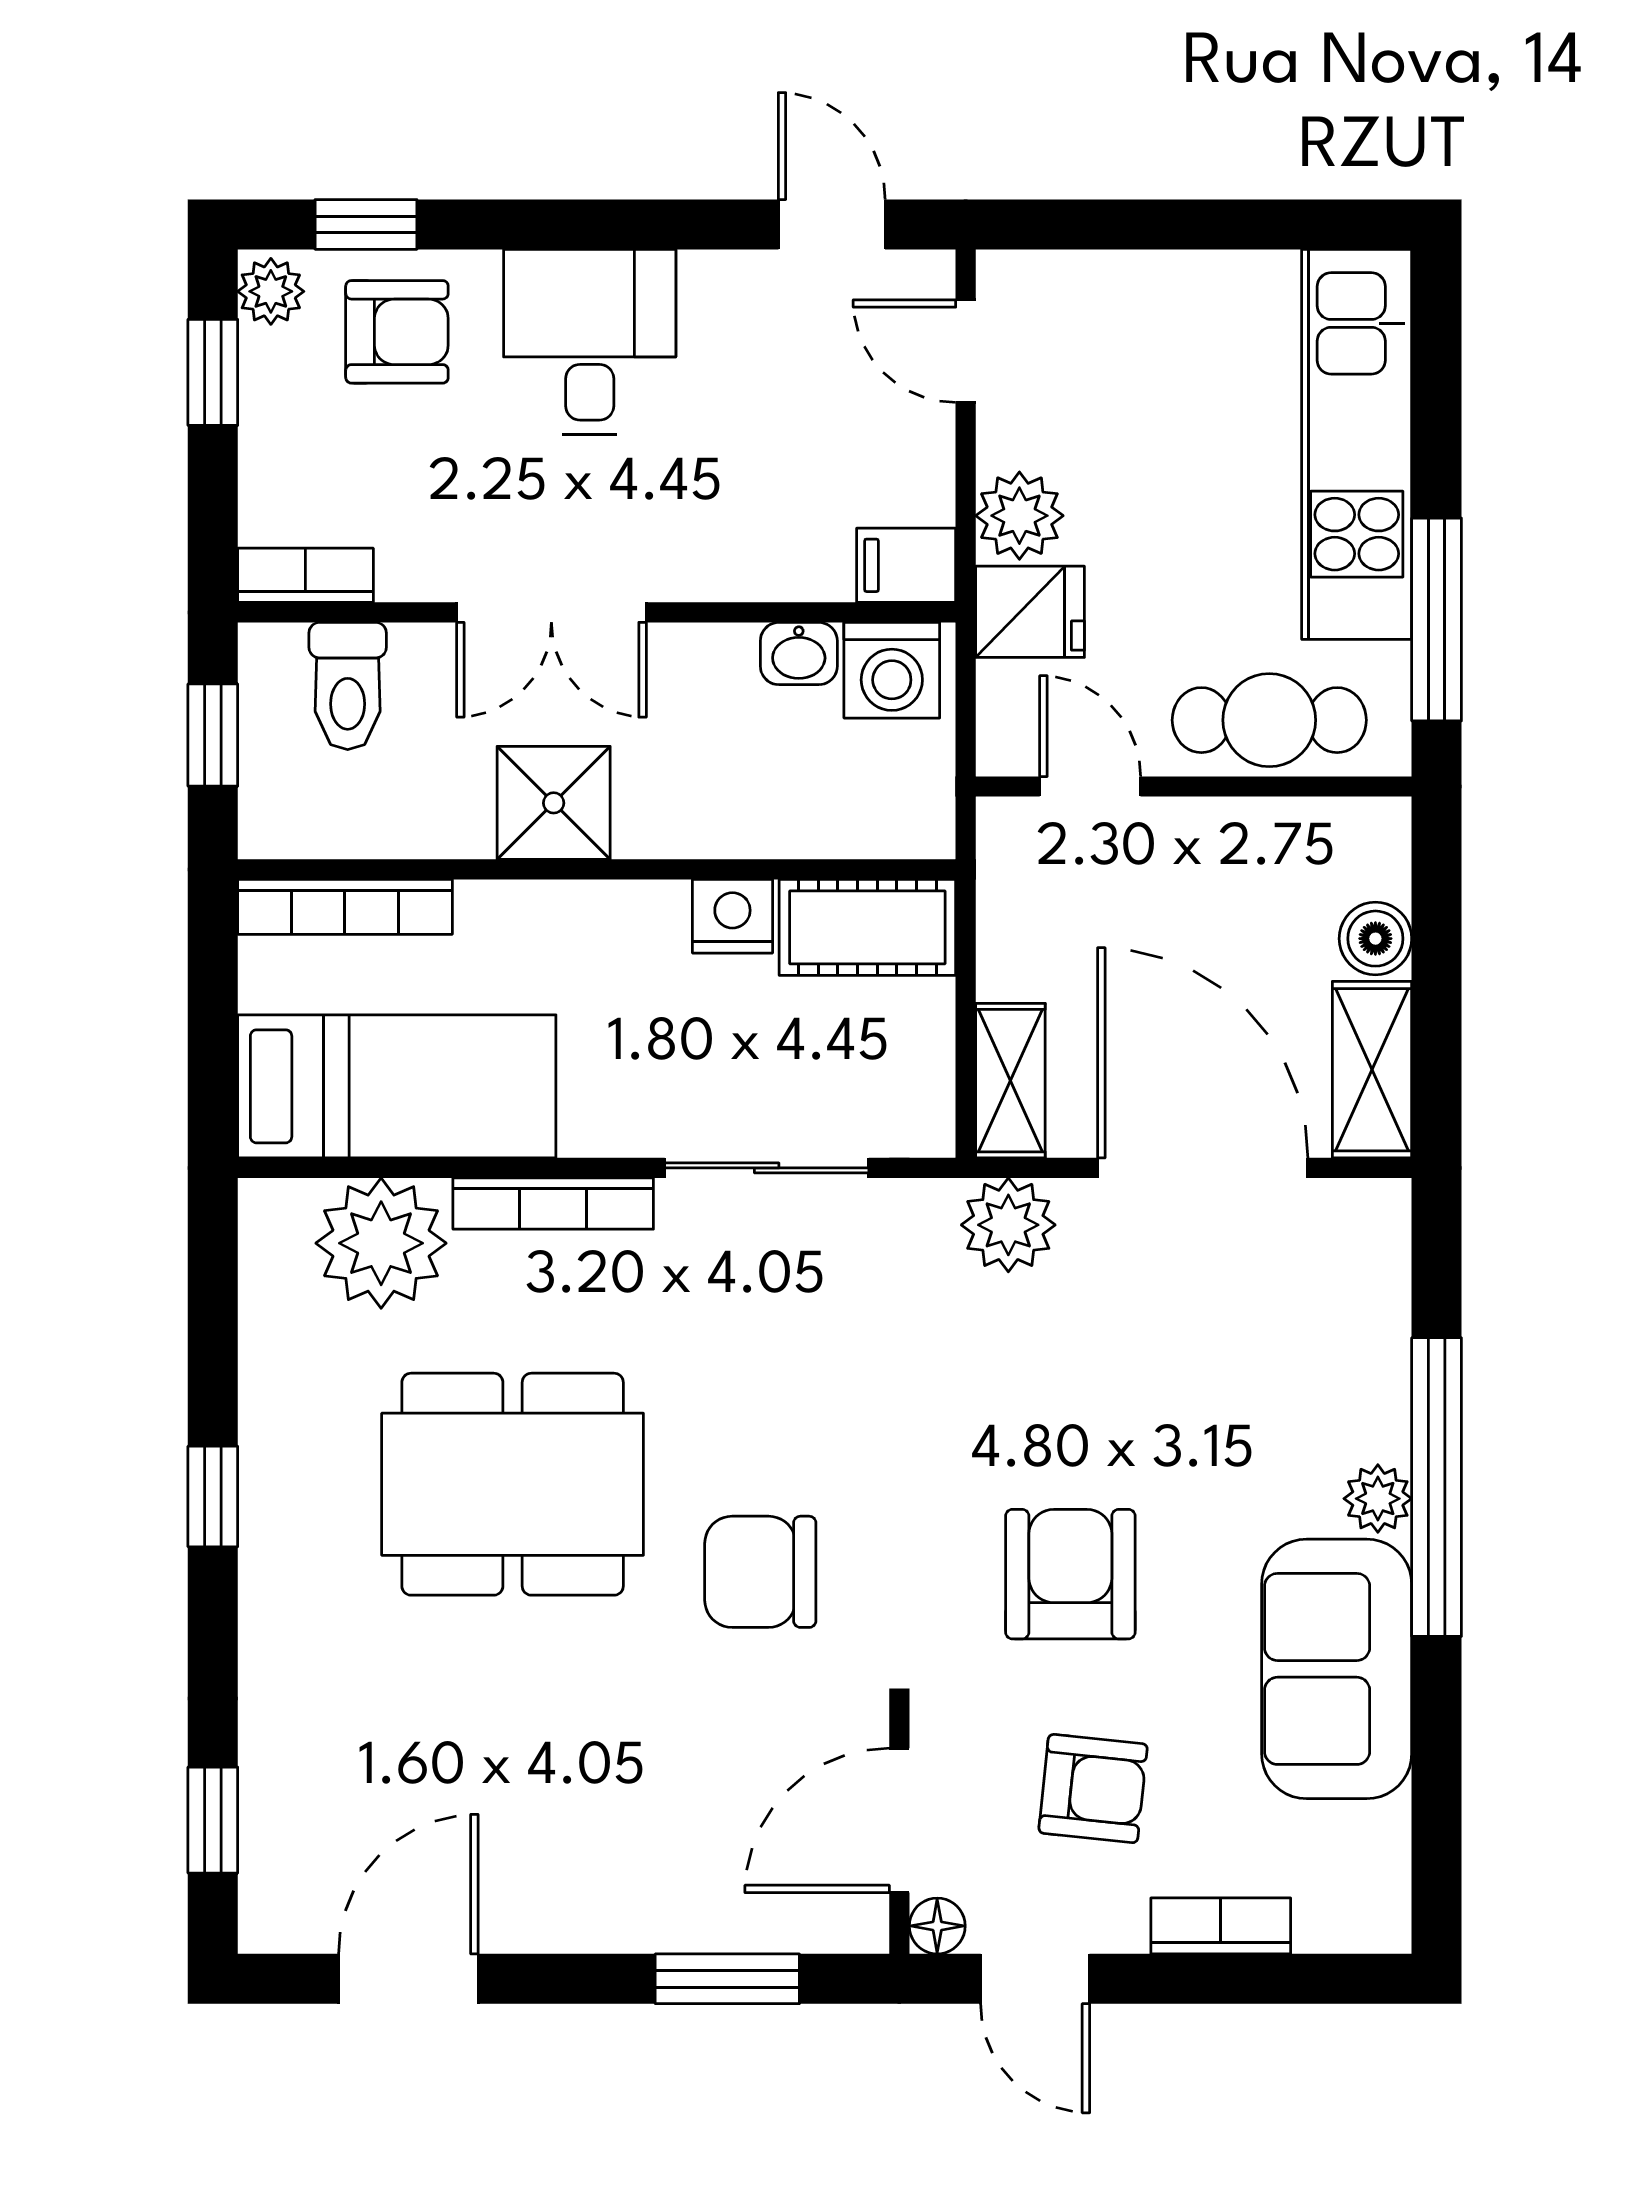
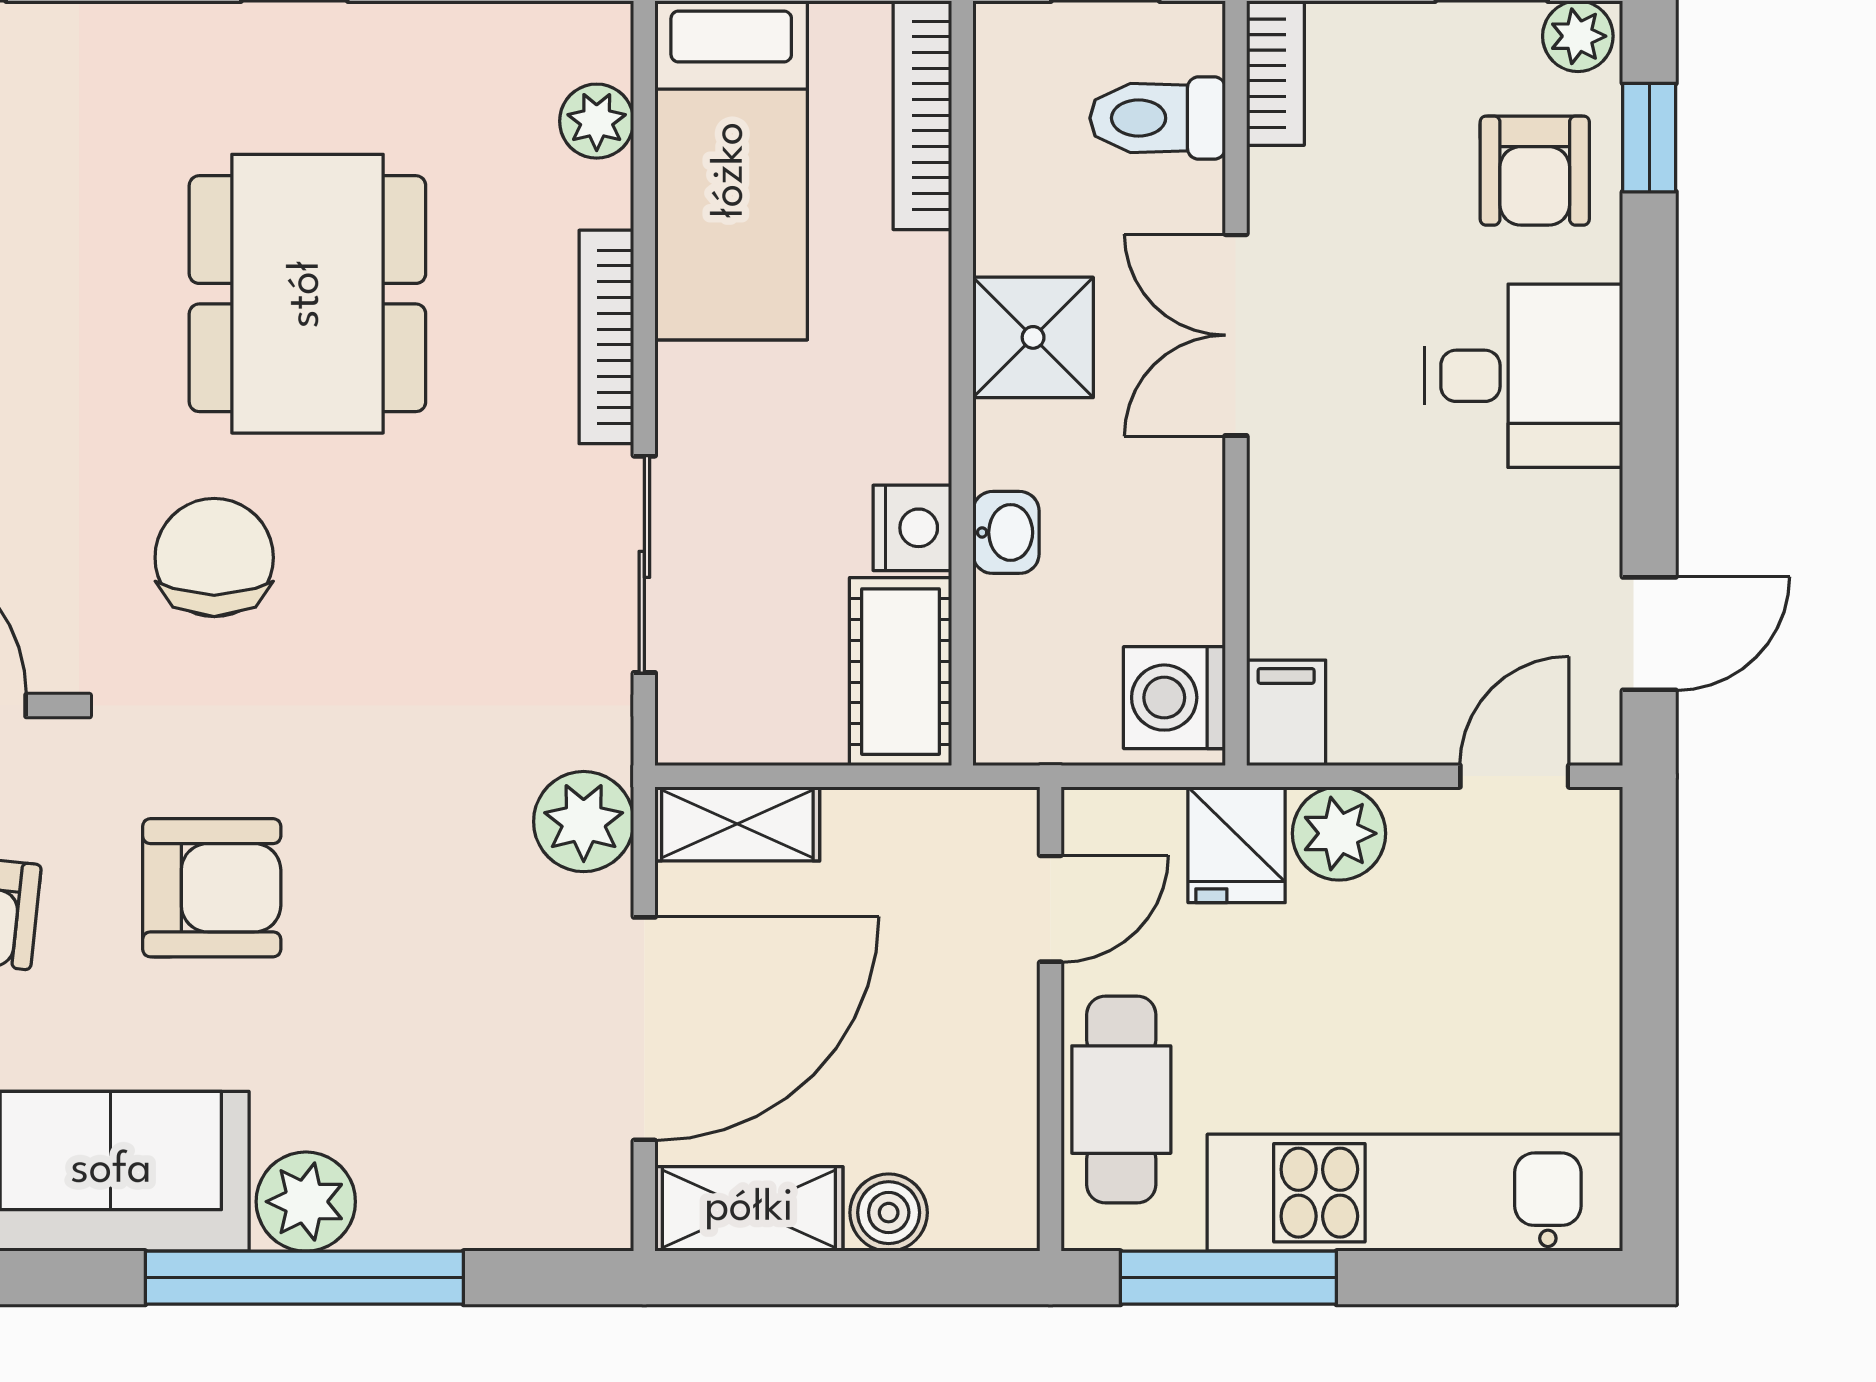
washbasin: (799, 654) -> (1006, 532), moved, turned 180
plant: (381, 1243) -> (597, 121), width x0.53, depth x0.53
plant: (1378, 1499) -> (306, 1202), width x1.38, depth x1.38

